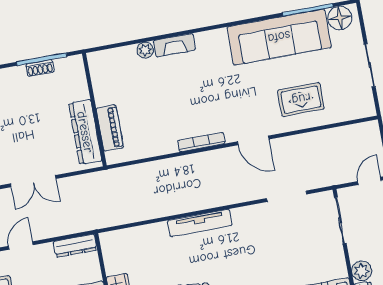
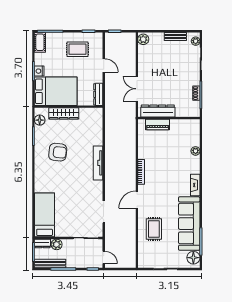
fireplace: (174, 45) -> (195, 185), moved
double door: (33, 181) -> (137, 89), moved

